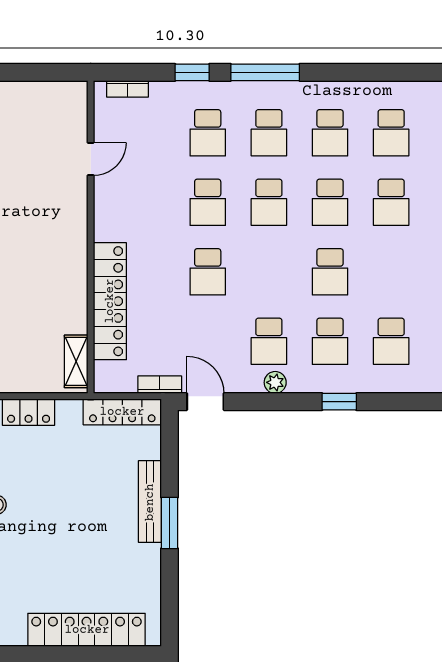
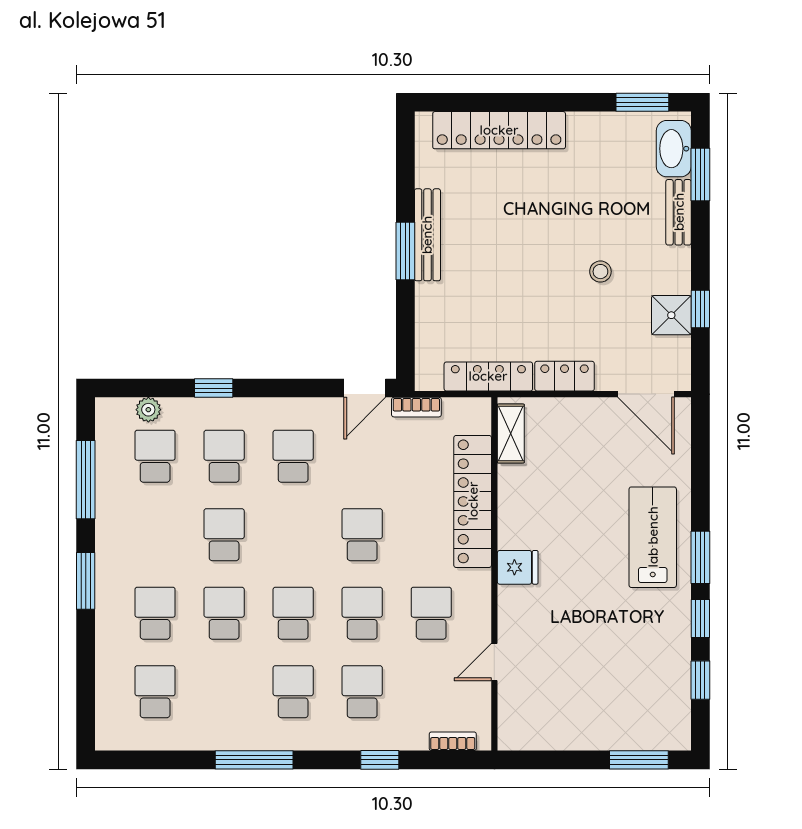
window: (265, 72) -> (254, 760), moved
school desk: (330, 133) -> (431, 613), moved
fridge: (70, 243) -> (518, 567), added
plant: (275, 382) -> (148, 410), moved
door: (205, 402) -> (365, 388), hinge flipped
locker: (122, 412) -> (488, 376), moved
bench: (150, 502) -> (427, 235), moved

